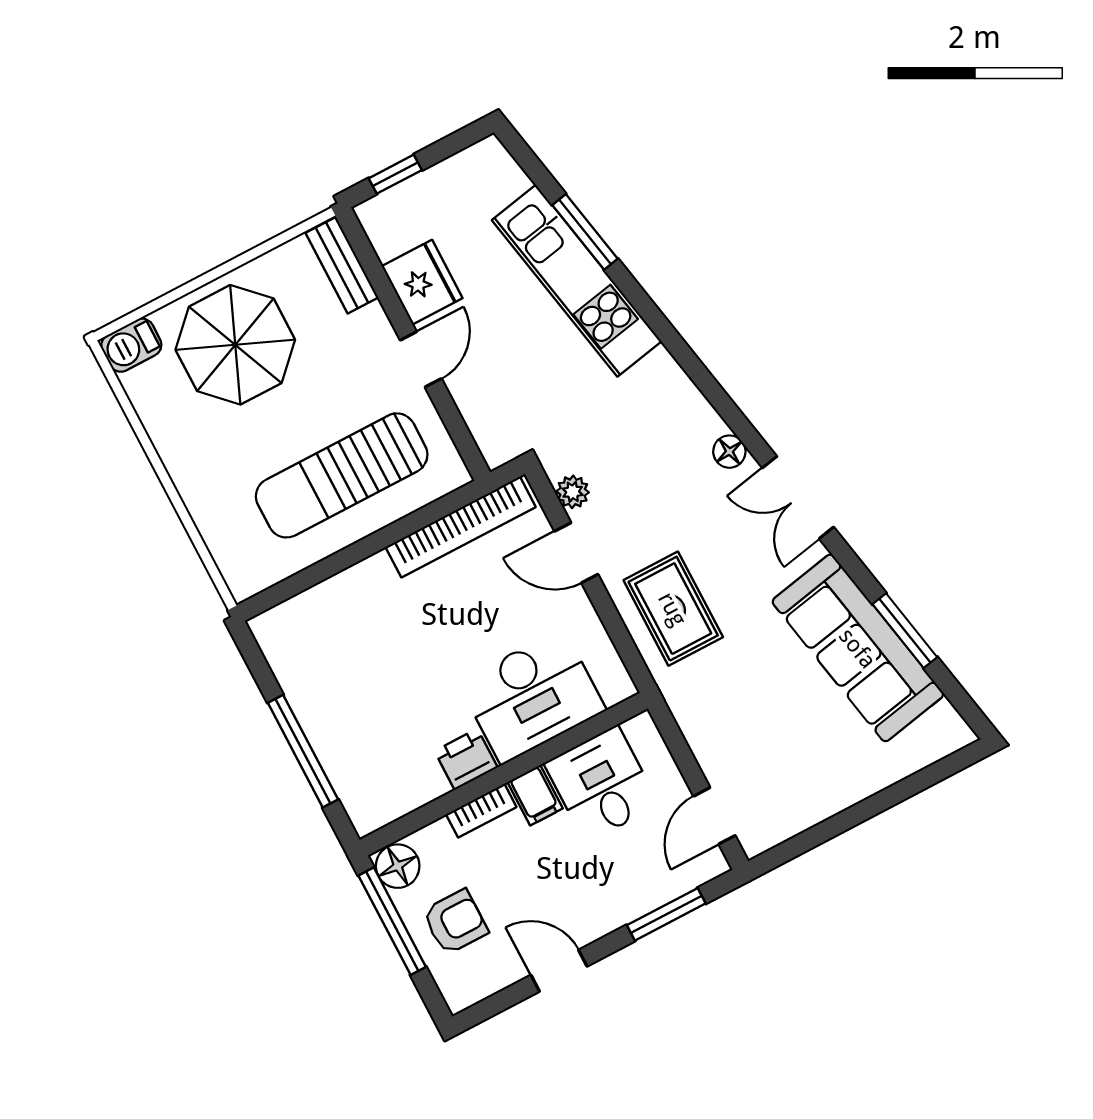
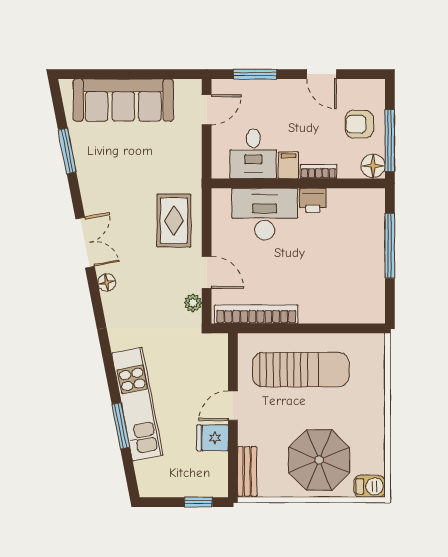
fridge: (422, 282) -> (213, 438), width x0.72
sofa: (858, 648) -> (123, 100), moved, turned 101

